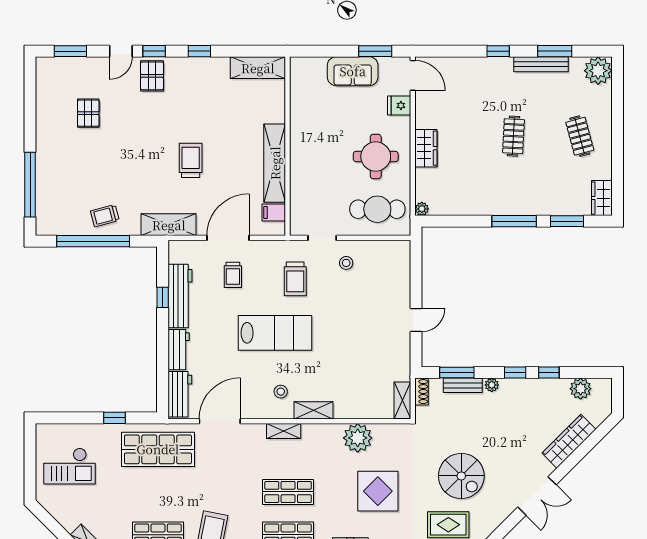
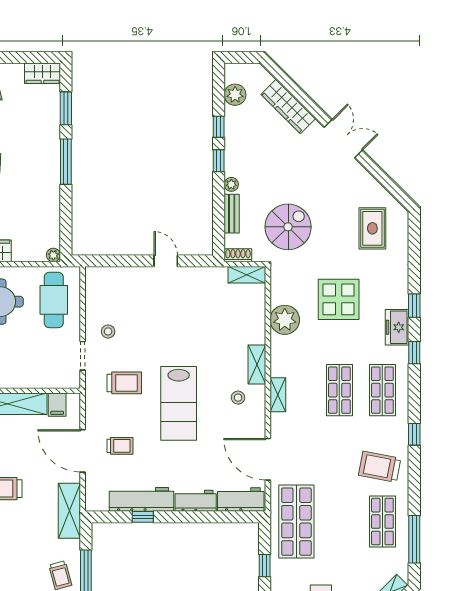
lab bench: (275, 333) -> (179, 403), turned 180
window: (457, 373) -> (219, 220), removed
spiral stairs: (461, 476) -> (288, 227), moved

